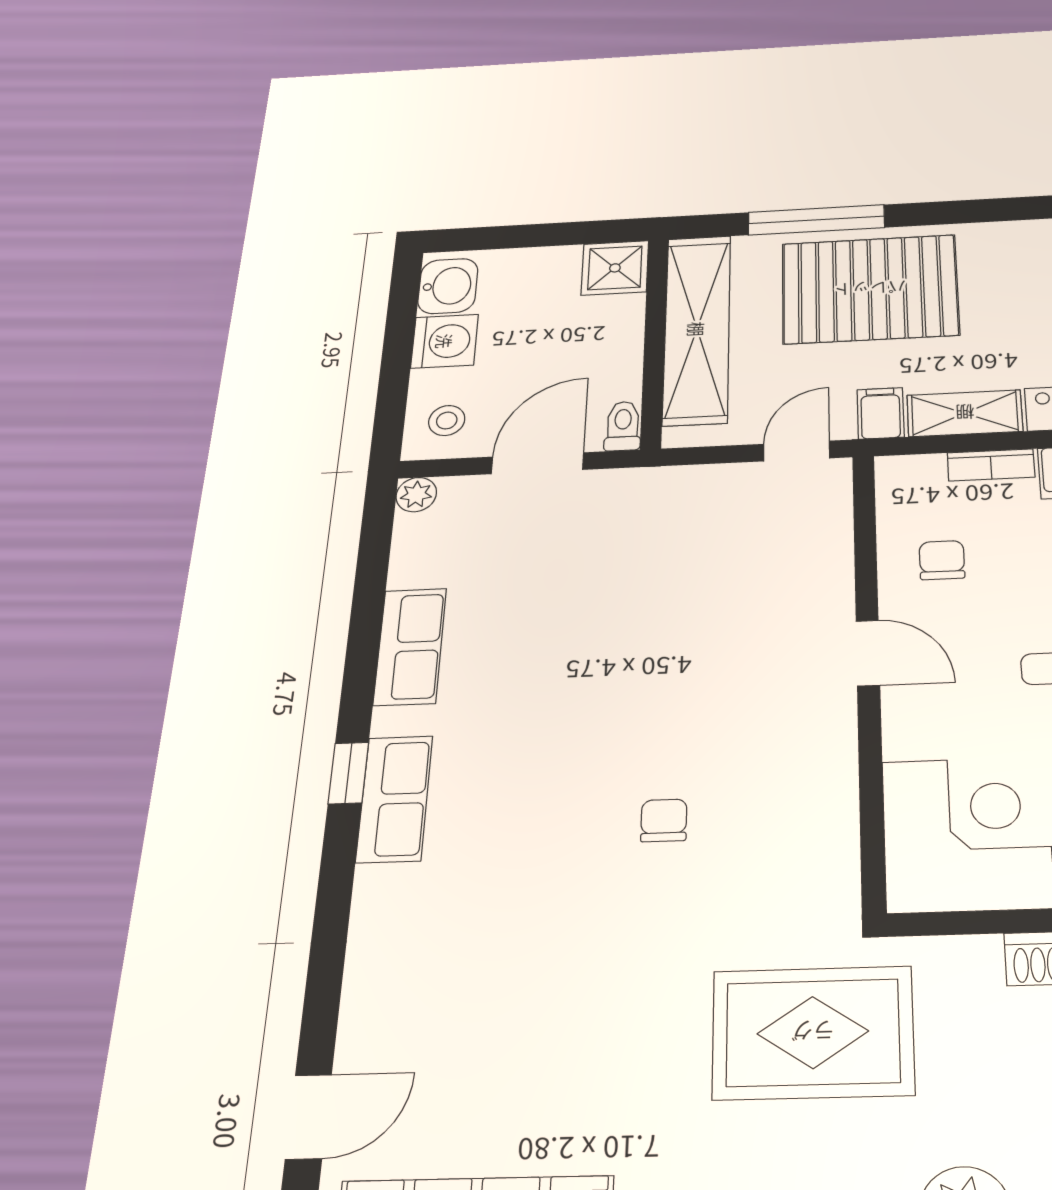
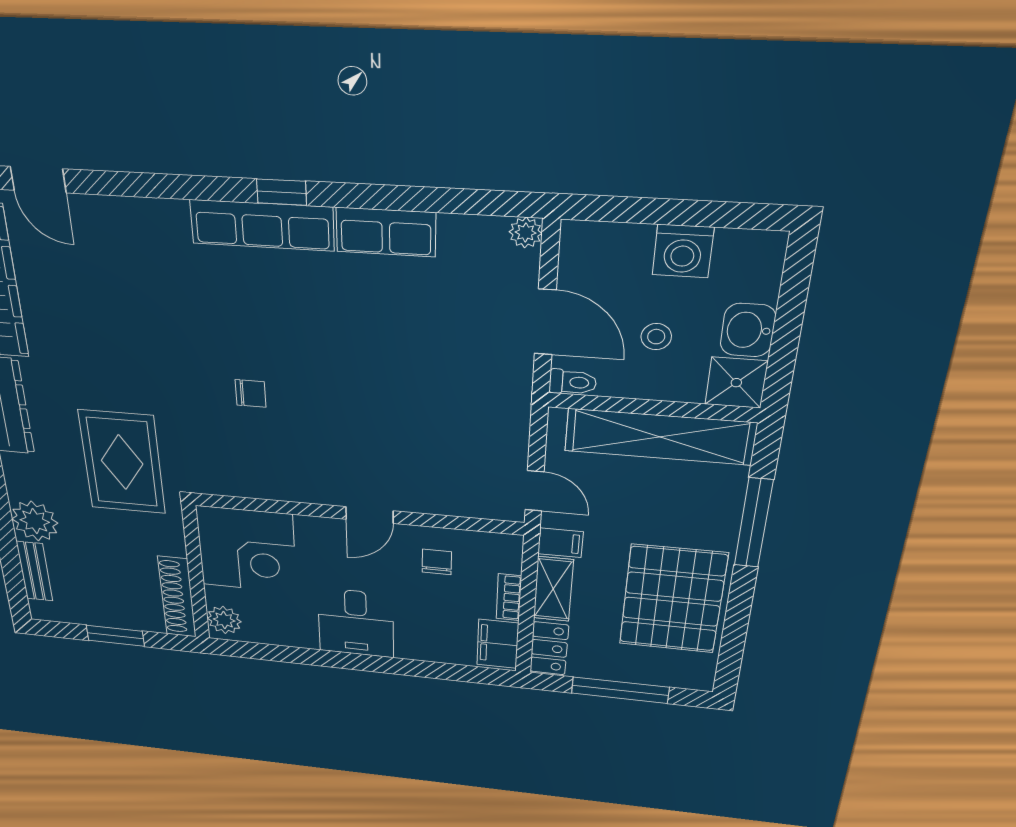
washbasin: (448, 286) -> (748, 330), moved, turned 90
pallet: (870, 289) -> (673, 599), moved
stool: (447, 421) -> (656, 337), moved
chair: (942, 560) -> (437, 562), turned -90
row of seats: (394, 799) -> (262, 225), width x1.48

